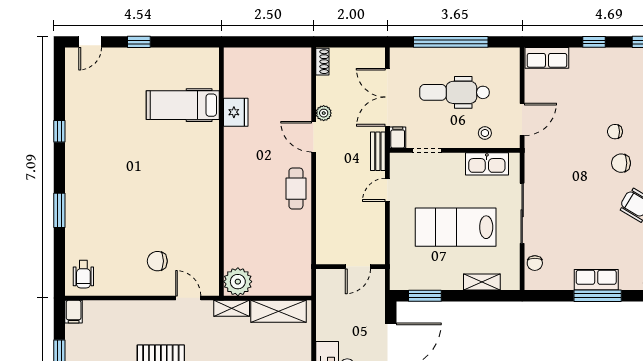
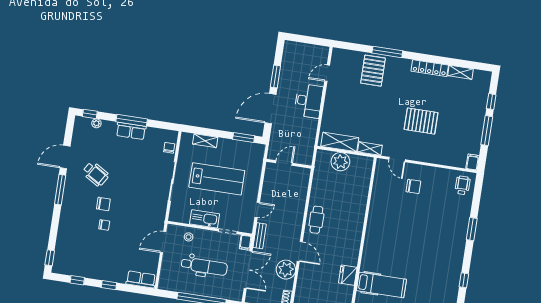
plant: (324, 113) -> (286, 270), width x1.88, depth x1.88
kitchen sink: (487, 164) -> (205, 219), moved
plant: (238, 282) -> (340, 162), moved

